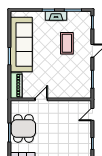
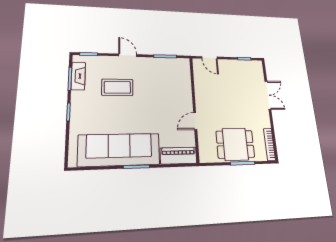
fireplace: (56, 16) -> (78, 76), moved
door: (41, 99) -> (195, 121), hinge flipped

